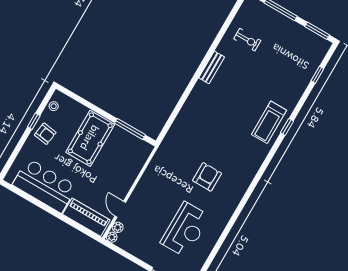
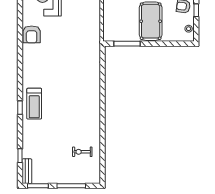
bench: (212, 67) -> (27, 171), moved
treadmill: (269, 122) -> (34, 104), turned 180
armchair: (207, 177) -> (32, 34), moved

